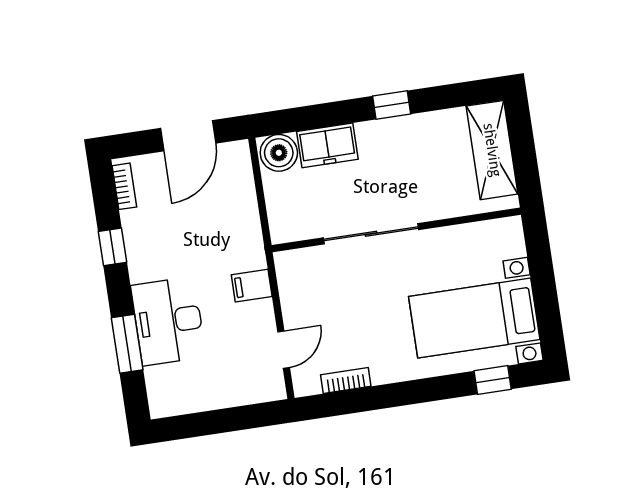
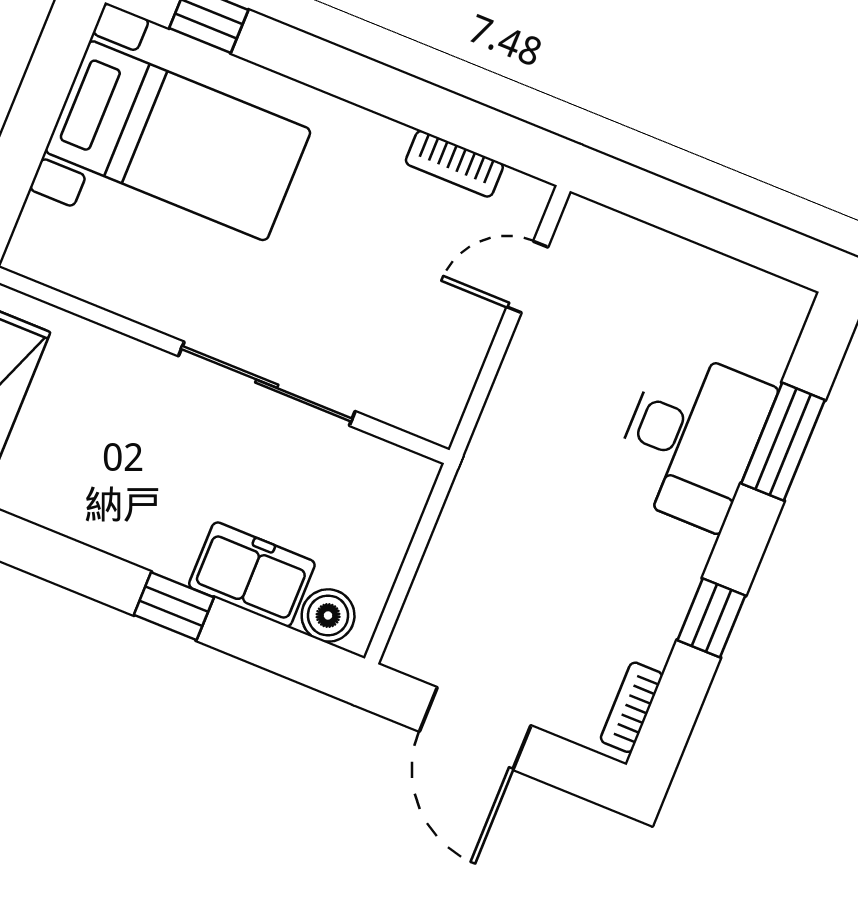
window: (392, 105) -> (174, 606), moved
door: (188, 136) -> (475, 728), swing flipped
boiler: (279, 153) -> (328, 615), width x0.73, depth x0.73
filing cabinet: (252, 286) -> (517, 415), removed

